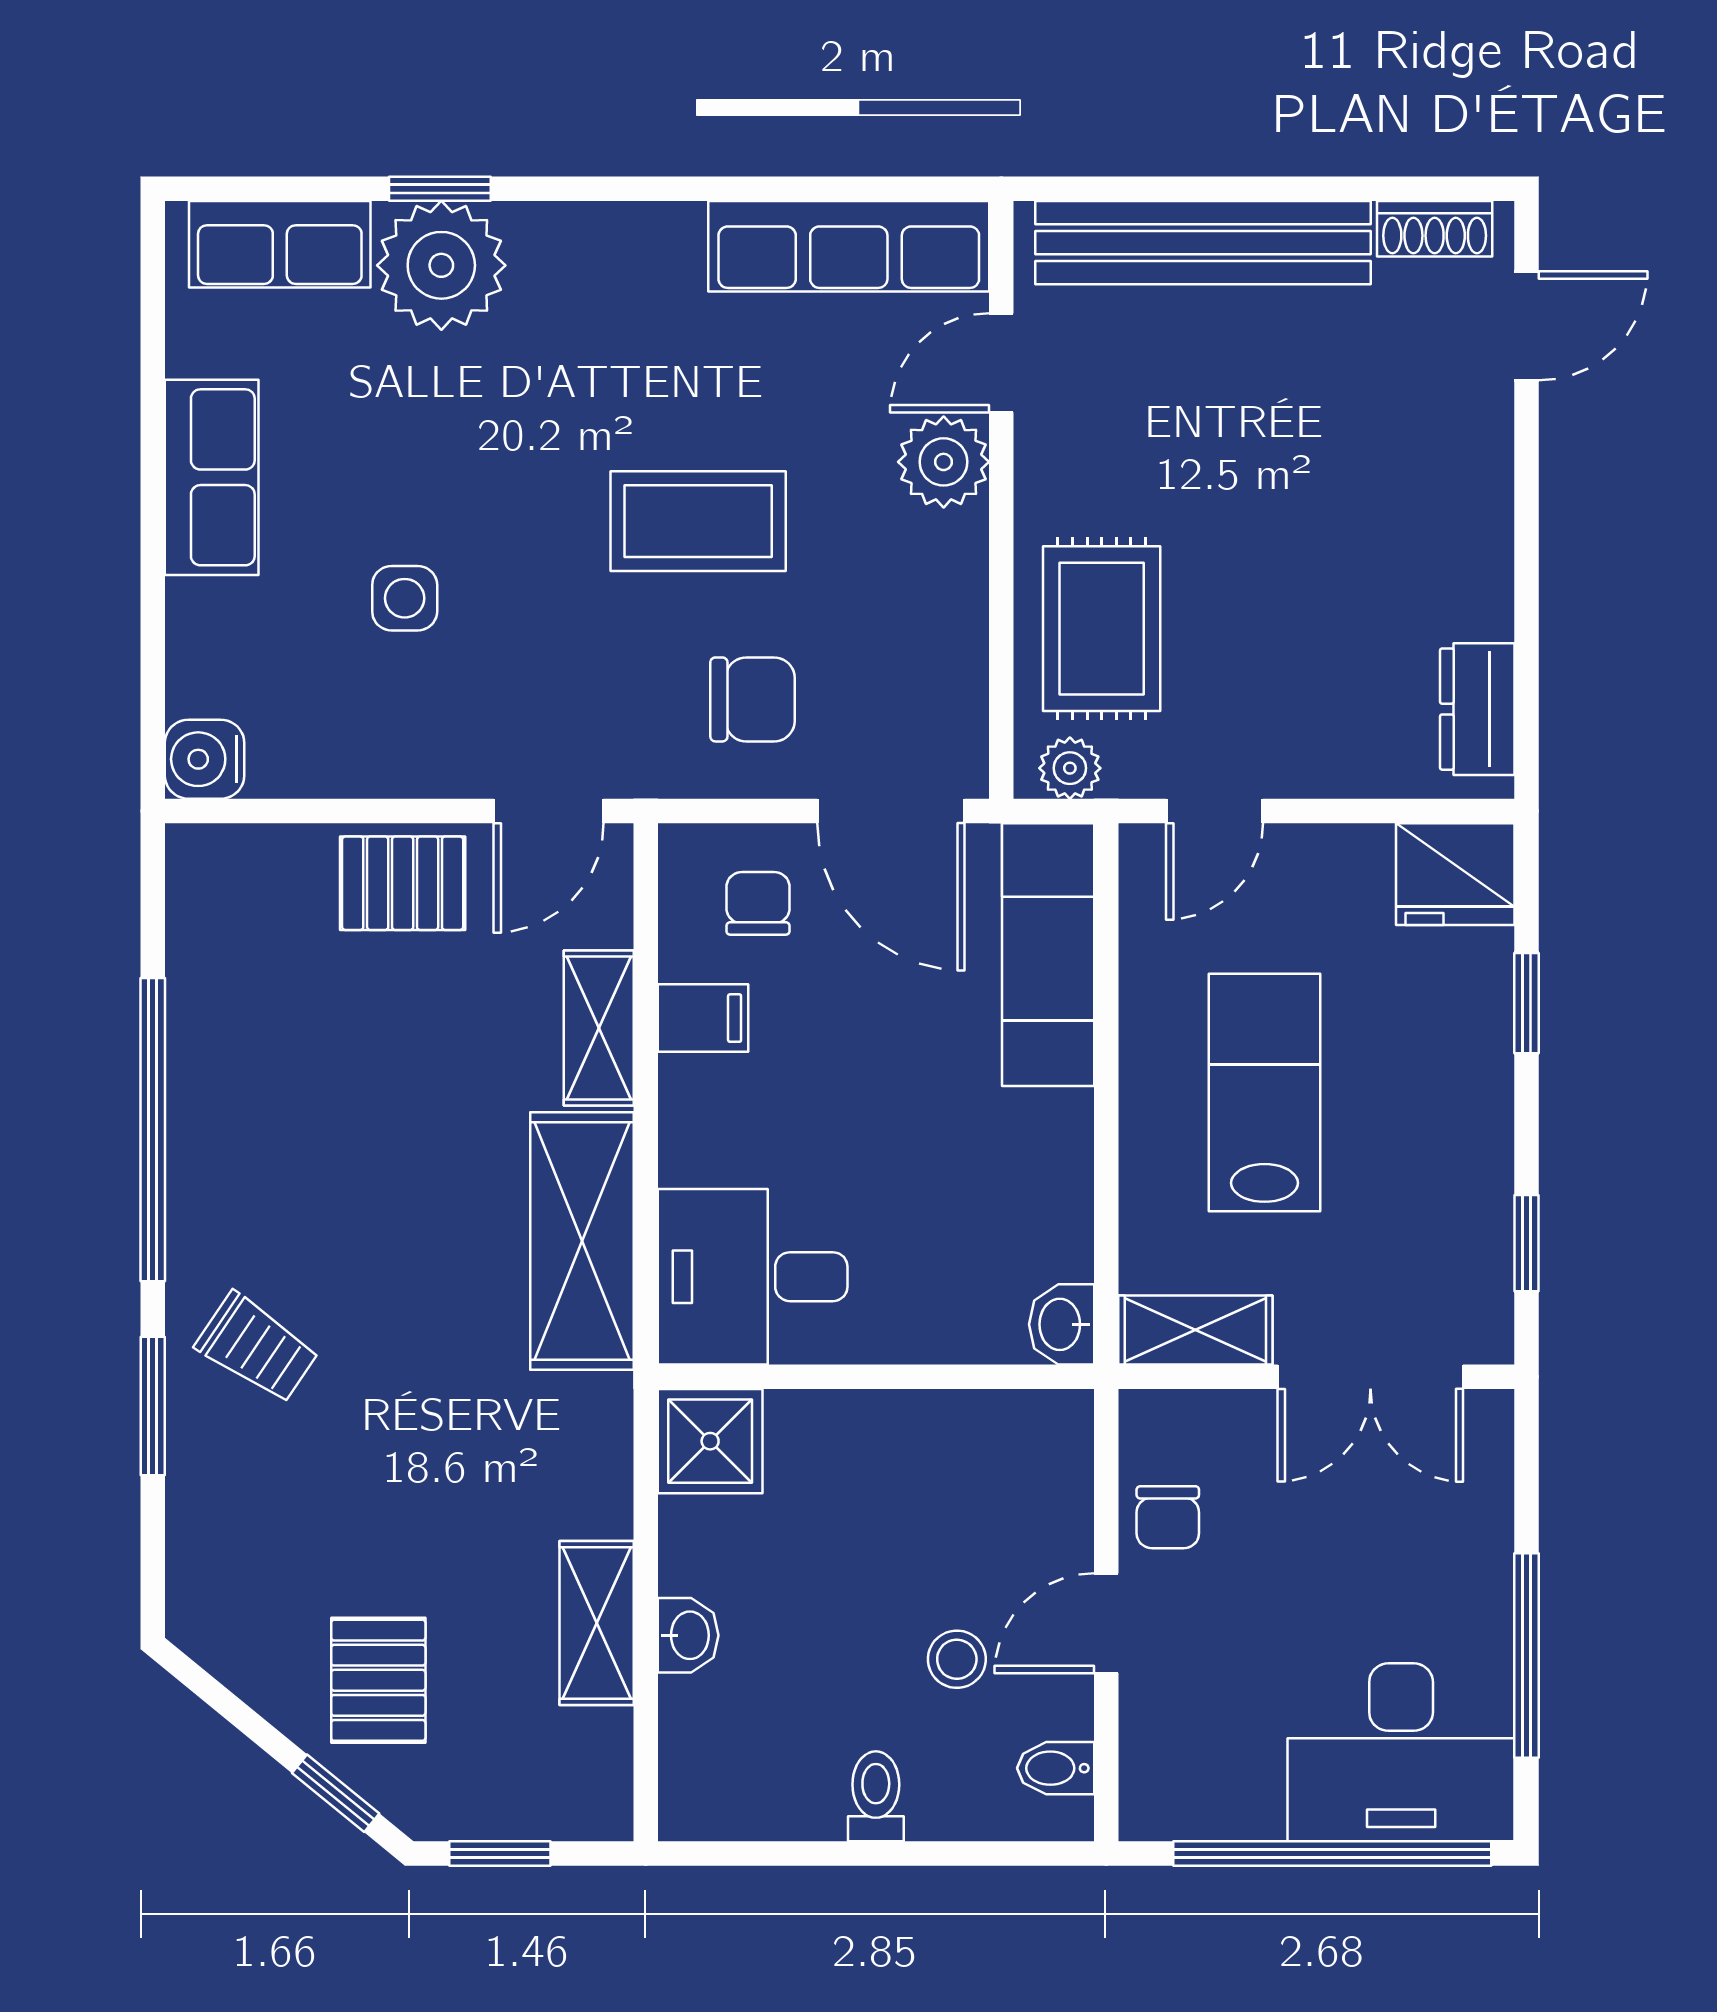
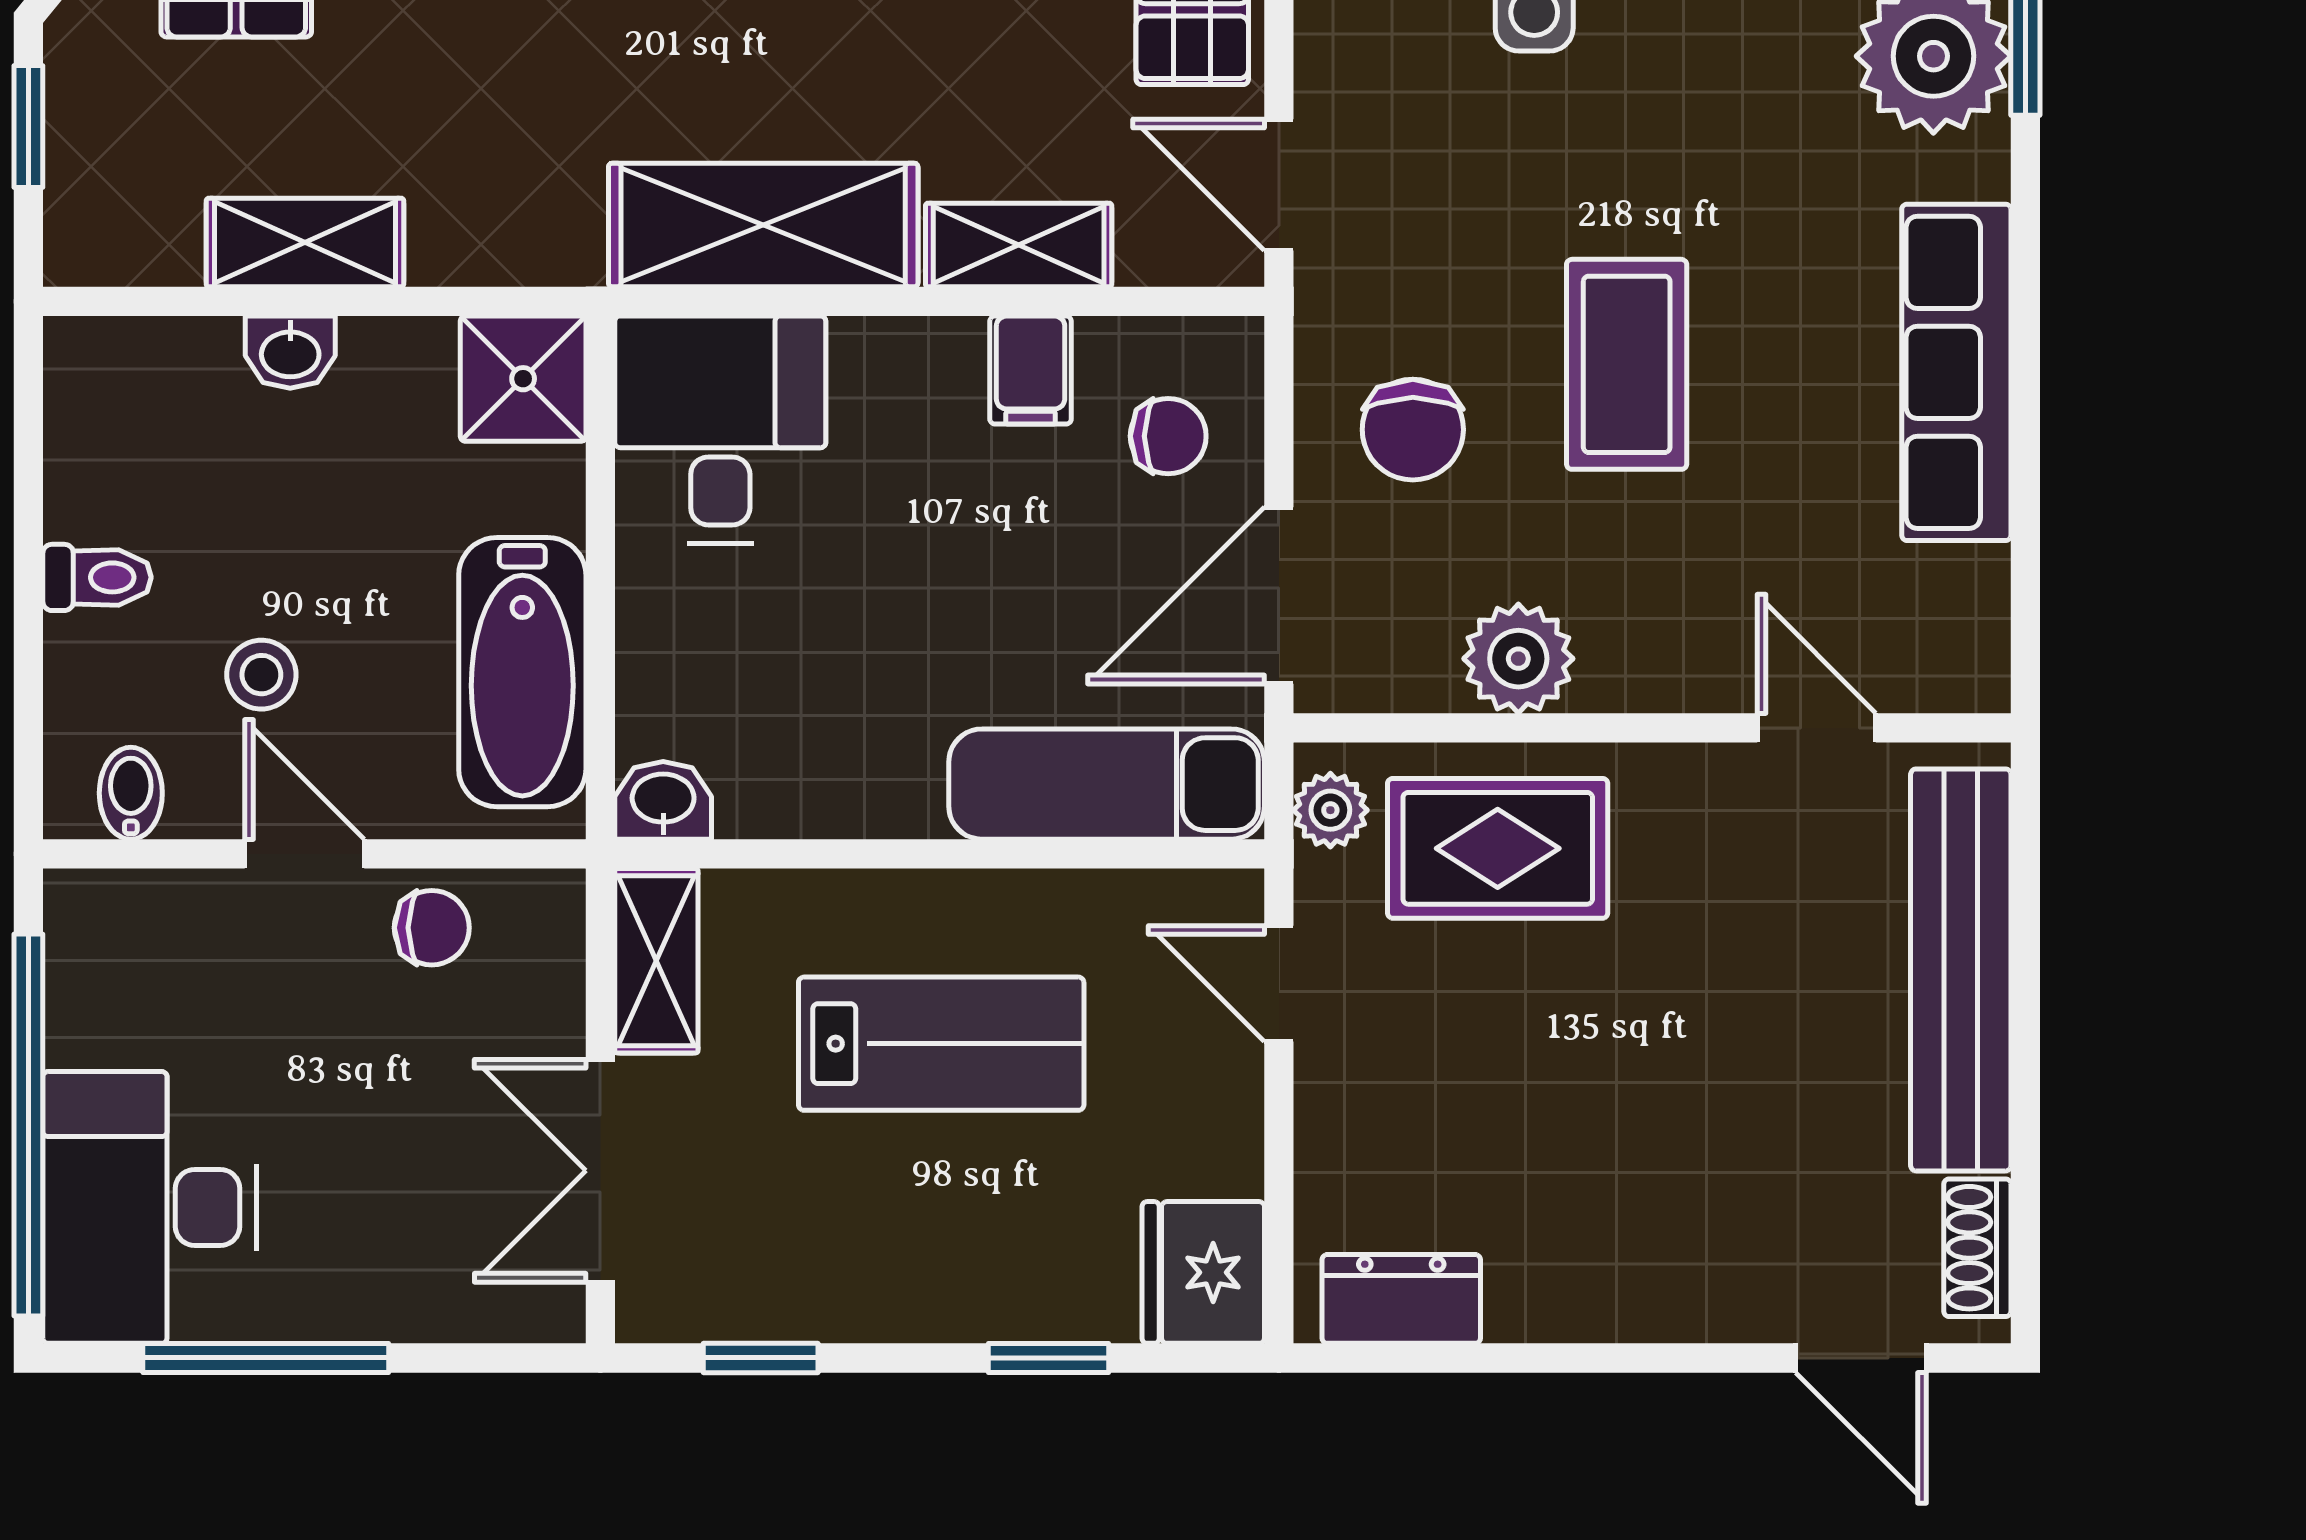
row of seats: (849, 246) -> (1956, 372), moved
plant: (944, 462) -> (1518, 659), moved
bathtub: (955, 1442) -> (522, 672), added
chair: (1168, 1517) -> (432, 928), turned 180

